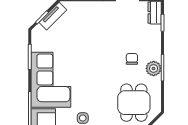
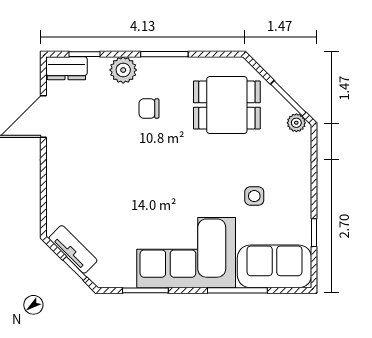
plant: (154, 68) -> (123, 70), moved

